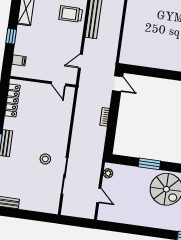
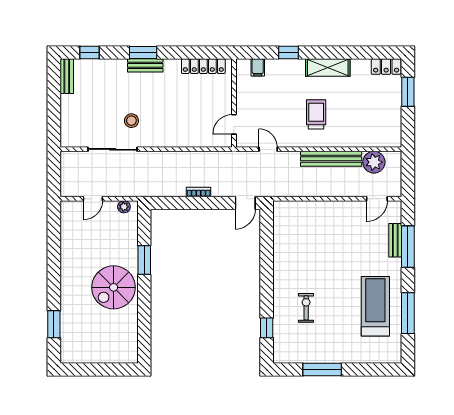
trolley: (71, 14) -> (316, 114), moved

